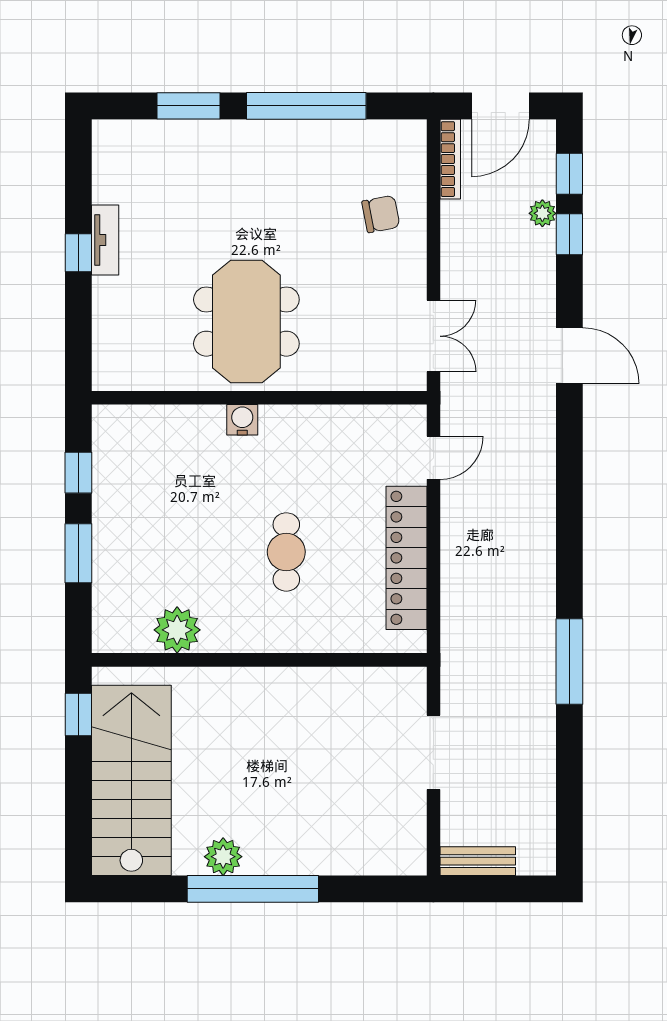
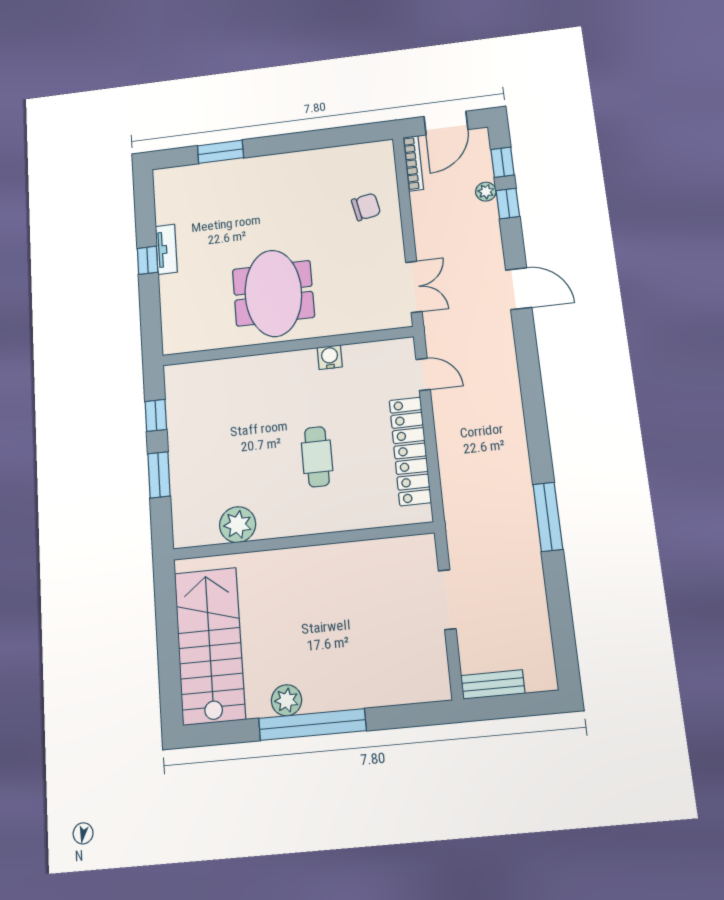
window: (306, 106) -> (305, 141), removed
water cooler: (242, 420) -> (330, 357), moved
door: (433, 458) -> (423, 374), hinge flipped
window: (78, 714) -> (166, 598), removed

